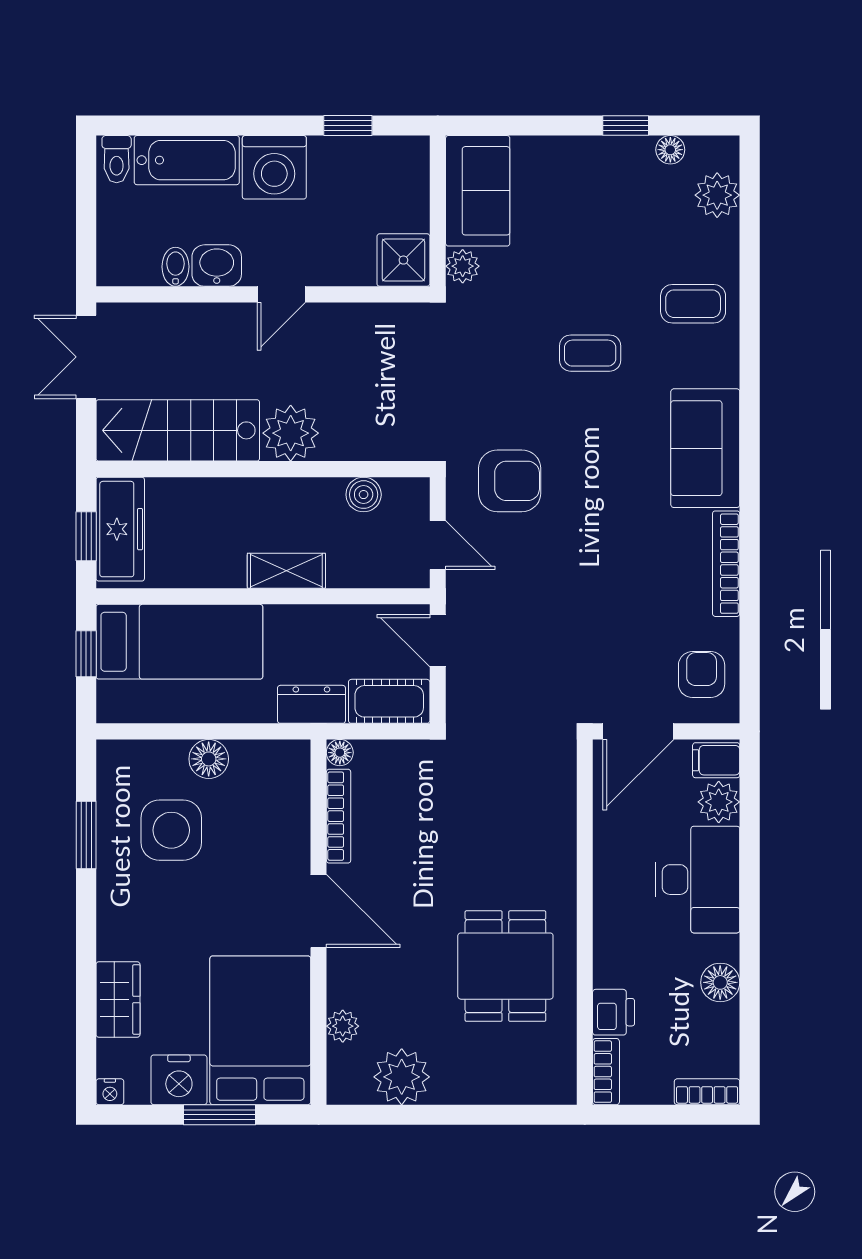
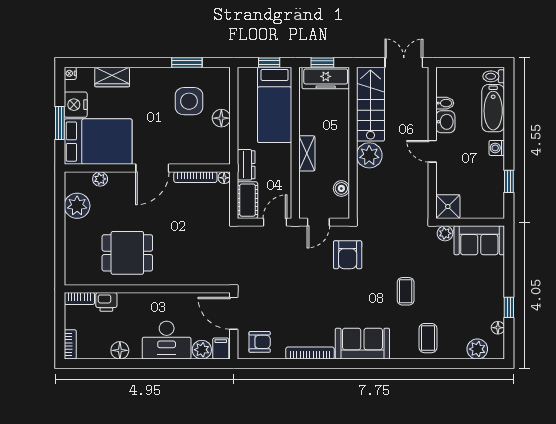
washing machine: (274, 167) -> (497, 148), width x0.53, depth x0.53

